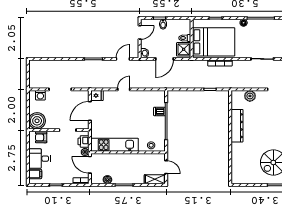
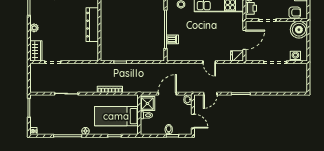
door: (140, 32) -> (193, 121), swing flipped
bed: (214, 42) -> (116, 116), width x0.67
door: (124, 89) -> (209, 62), hinge flipped
plant: (250, 96) -> (79, 55), removed

